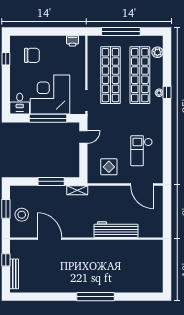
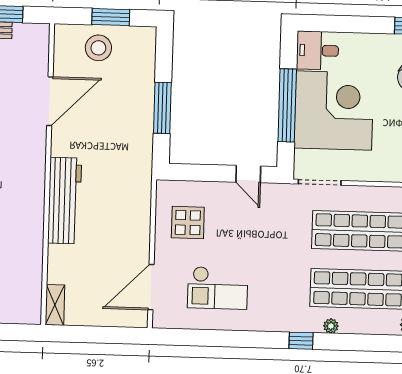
window: (167, 92) -> (301, 341), moved
checkout: (142, 151) -> (218, 288), turned 180
shelving: (77, 190) -> (55, 305), moved
workbench: (116, 230) -> (65, 201), moved

